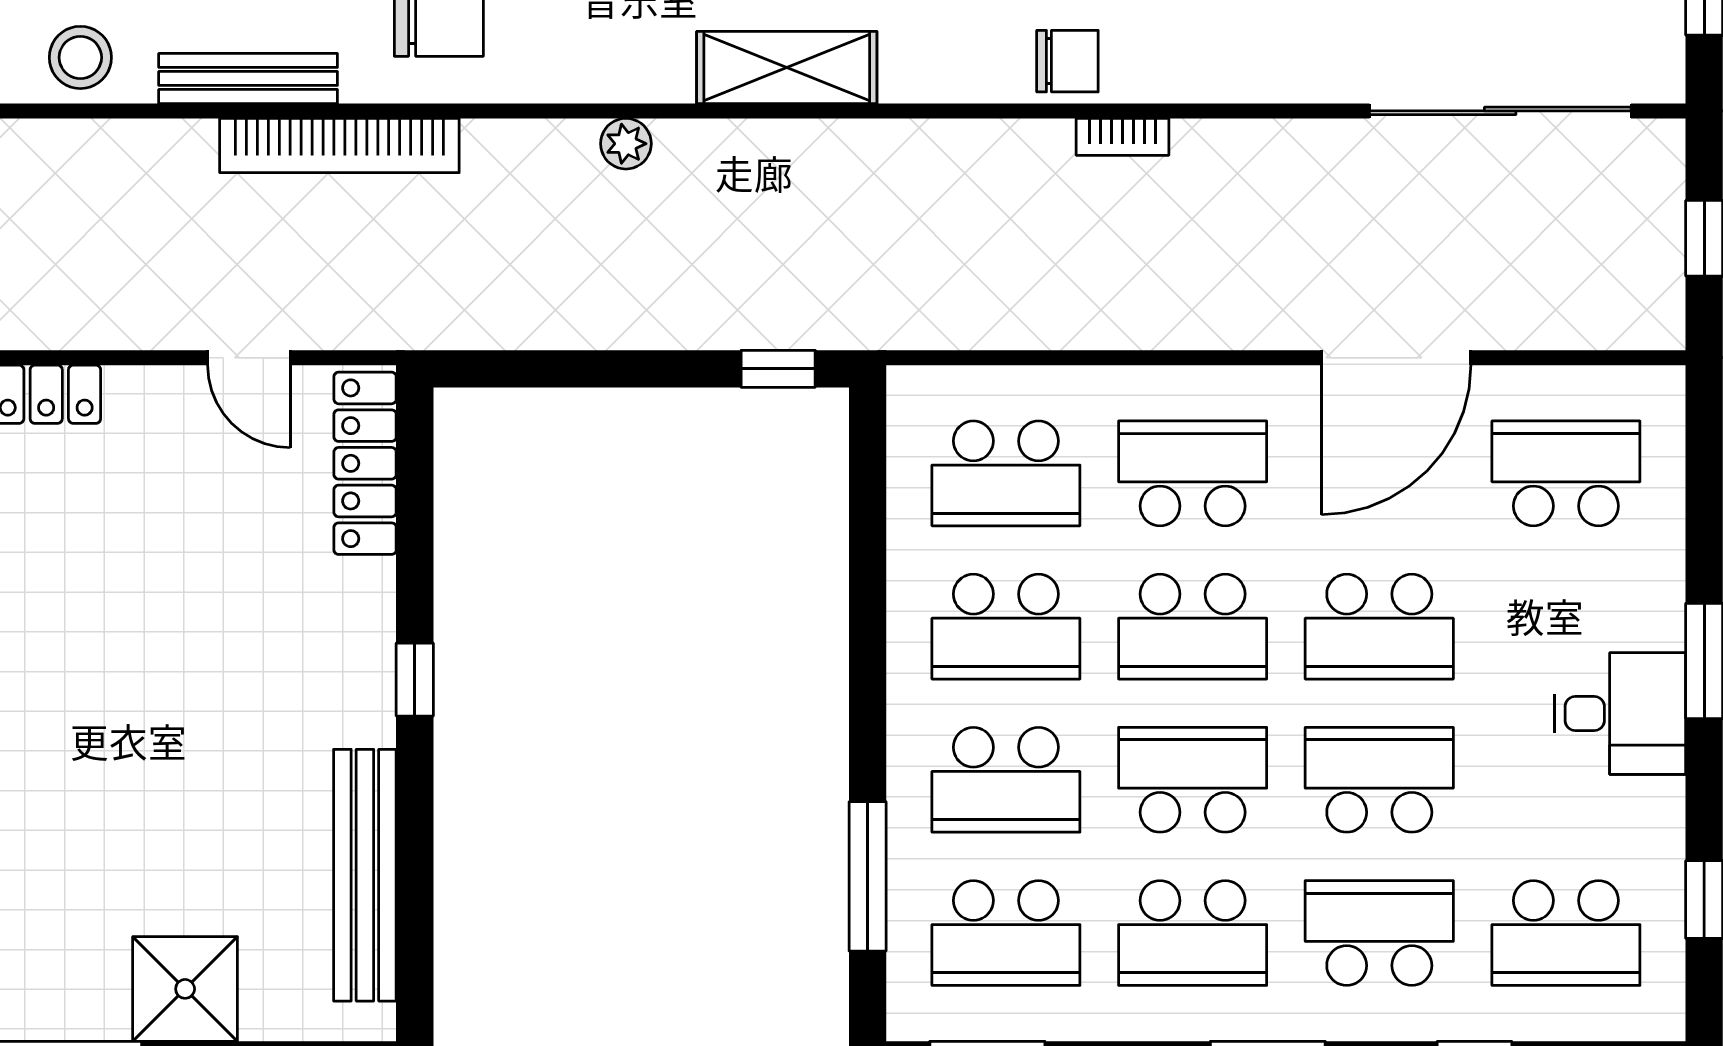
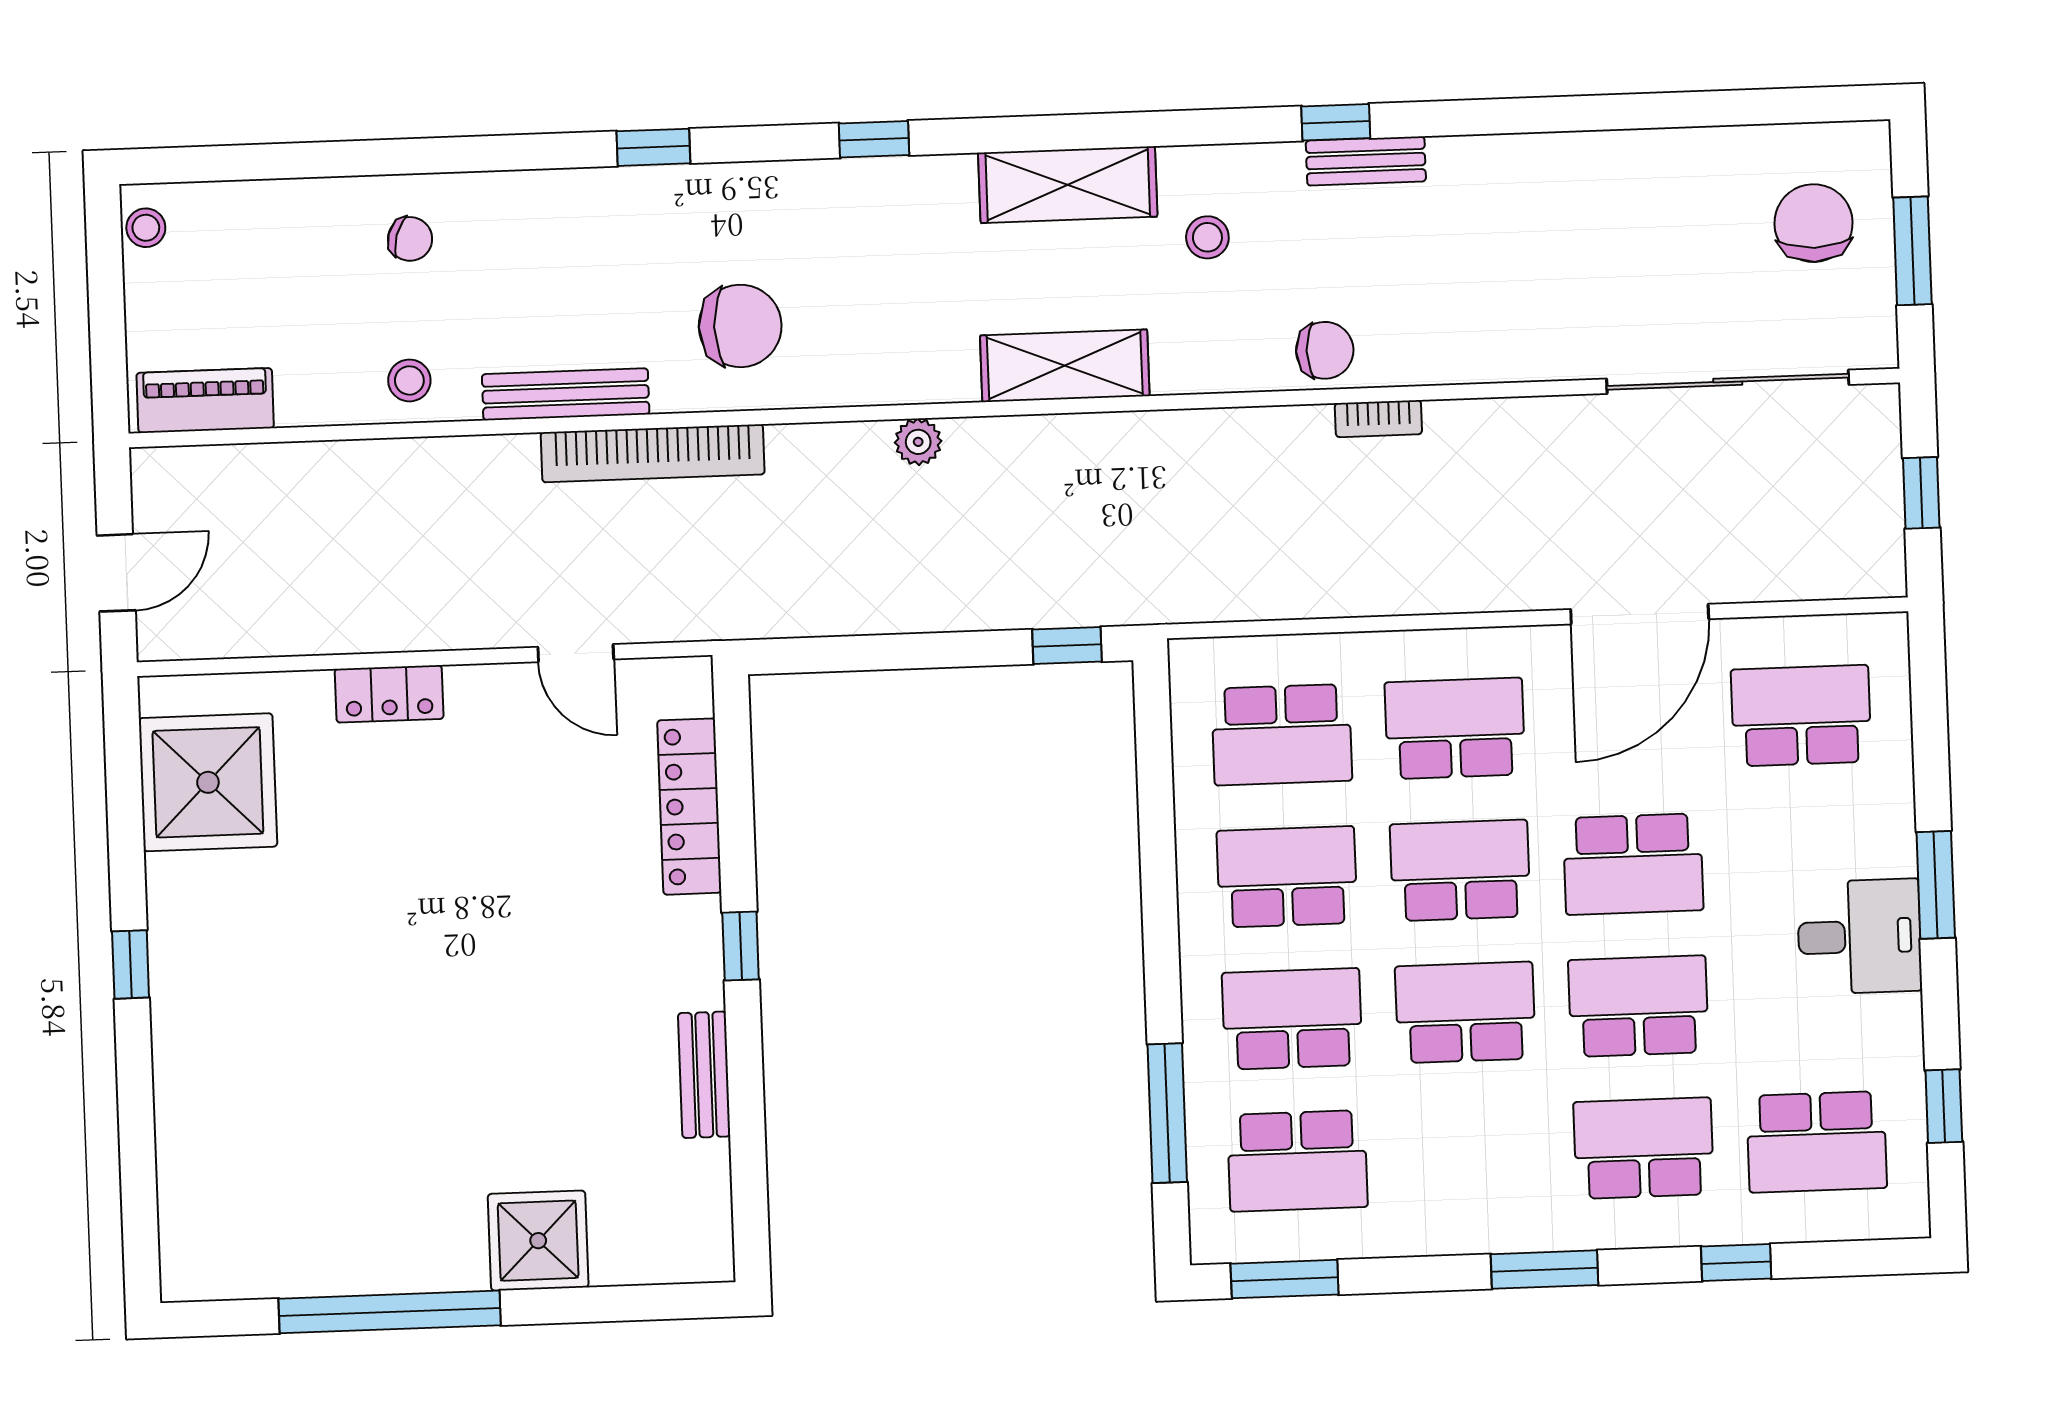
stool: (80, 57) -> (409, 380), width x0.73, depth x0.73
locker: (365, 463) -> (689, 807), moved
school desk: (1006, 627) -> (1287, 877), turned 180
school desk: (1193, 627) -> (1460, 870), turned 180
school desk: (1006, 780) -> (1292, 1019), turned 180
bench: (365, 875) -> (704, 1075), width x0.54, depth x0.82
school desk: (1193, 933) -> (1470, 1155), removed

